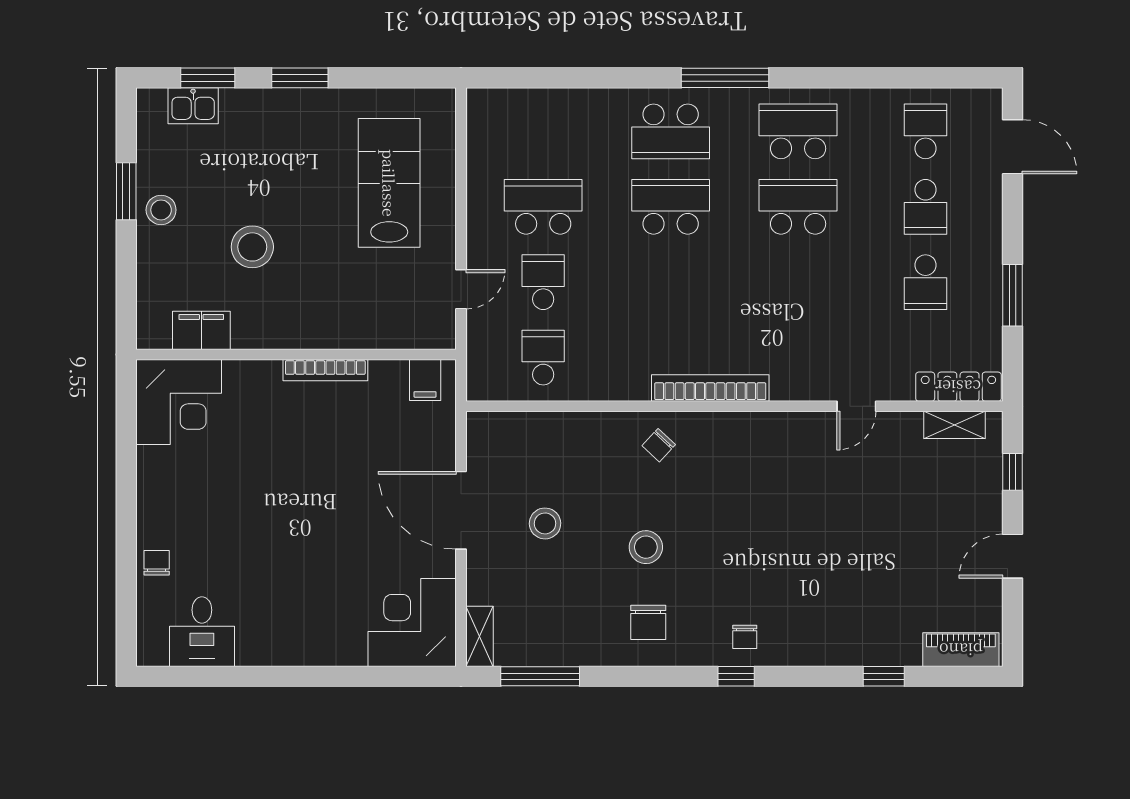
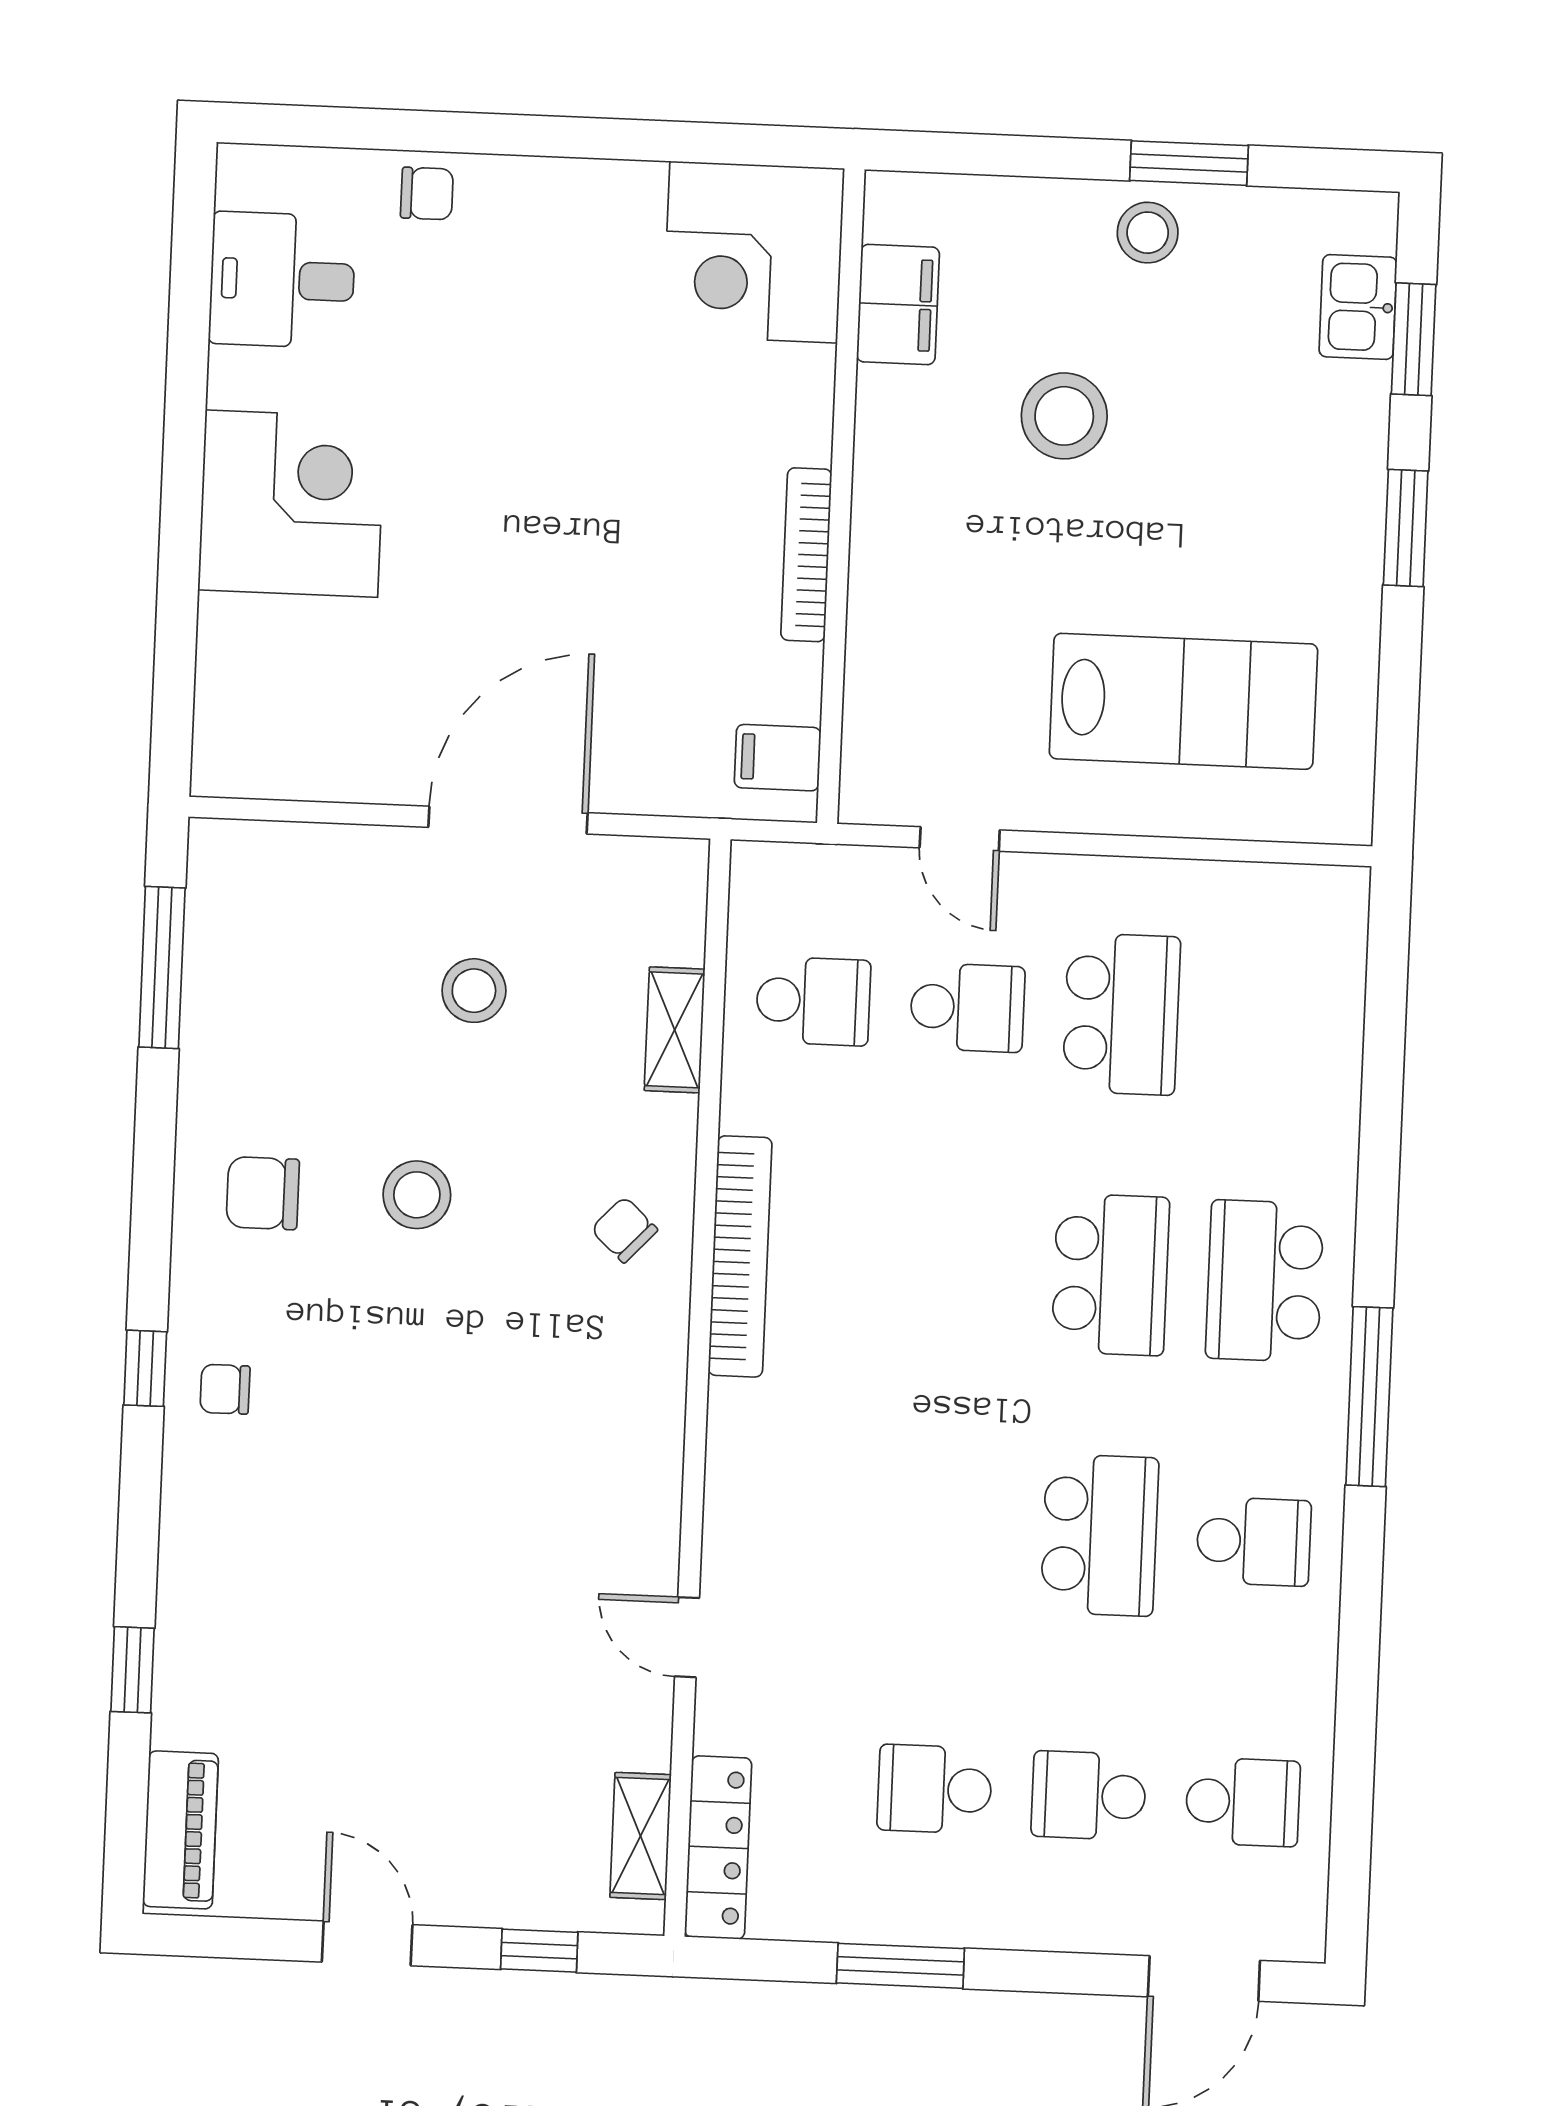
school desk: (798, 131) -> (1254, 1541), width x0.54
bookcase: (710, 388) -> (740, 1256), moved
corner desk: (412, 623) -> (291, 504), moved
shelving: (479, 636) -> (675, 1030), moved, turned 90

